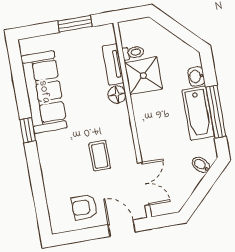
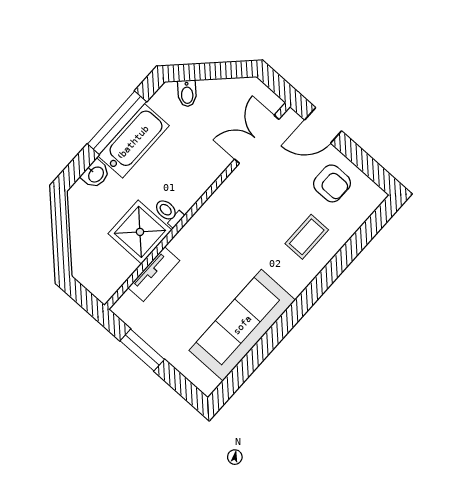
toilet: (133, 53) -> (169, 212), moved
floor lamp: (117, 95) -> (183, 244), removed
window: (28, 130) -> (297, 310), removed
coffee table: (100, 156) -> (307, 237), moved
door: (122, 228) -> (323, 125), hinge flipped

